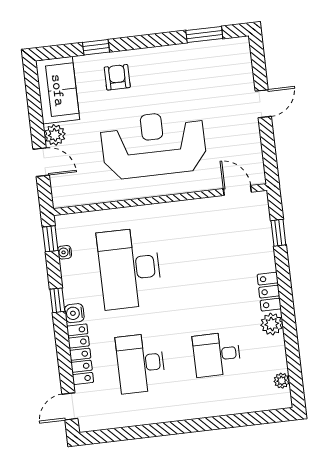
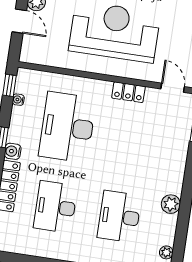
locker: (269, 292) -> (128, 92), moved, turned -90
desk: (217, 354) -> (119, 217), width x1.37

